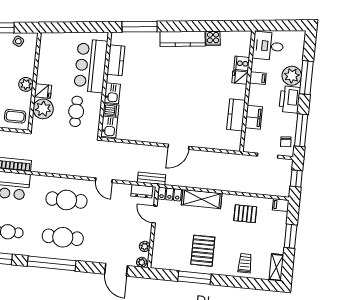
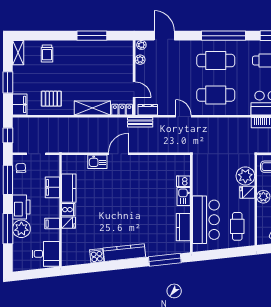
cooker: (242, 63) -> (68, 210), moved
cafe table: (76, 111) -> (237, 226), moved
kitchen sink: (109, 127) -> (97, 162), moved, turned -90
filing cabinet: (281, 205) -> (20, 104), width x2.00
pallet: (203, 251) -> (87, 61), removed

